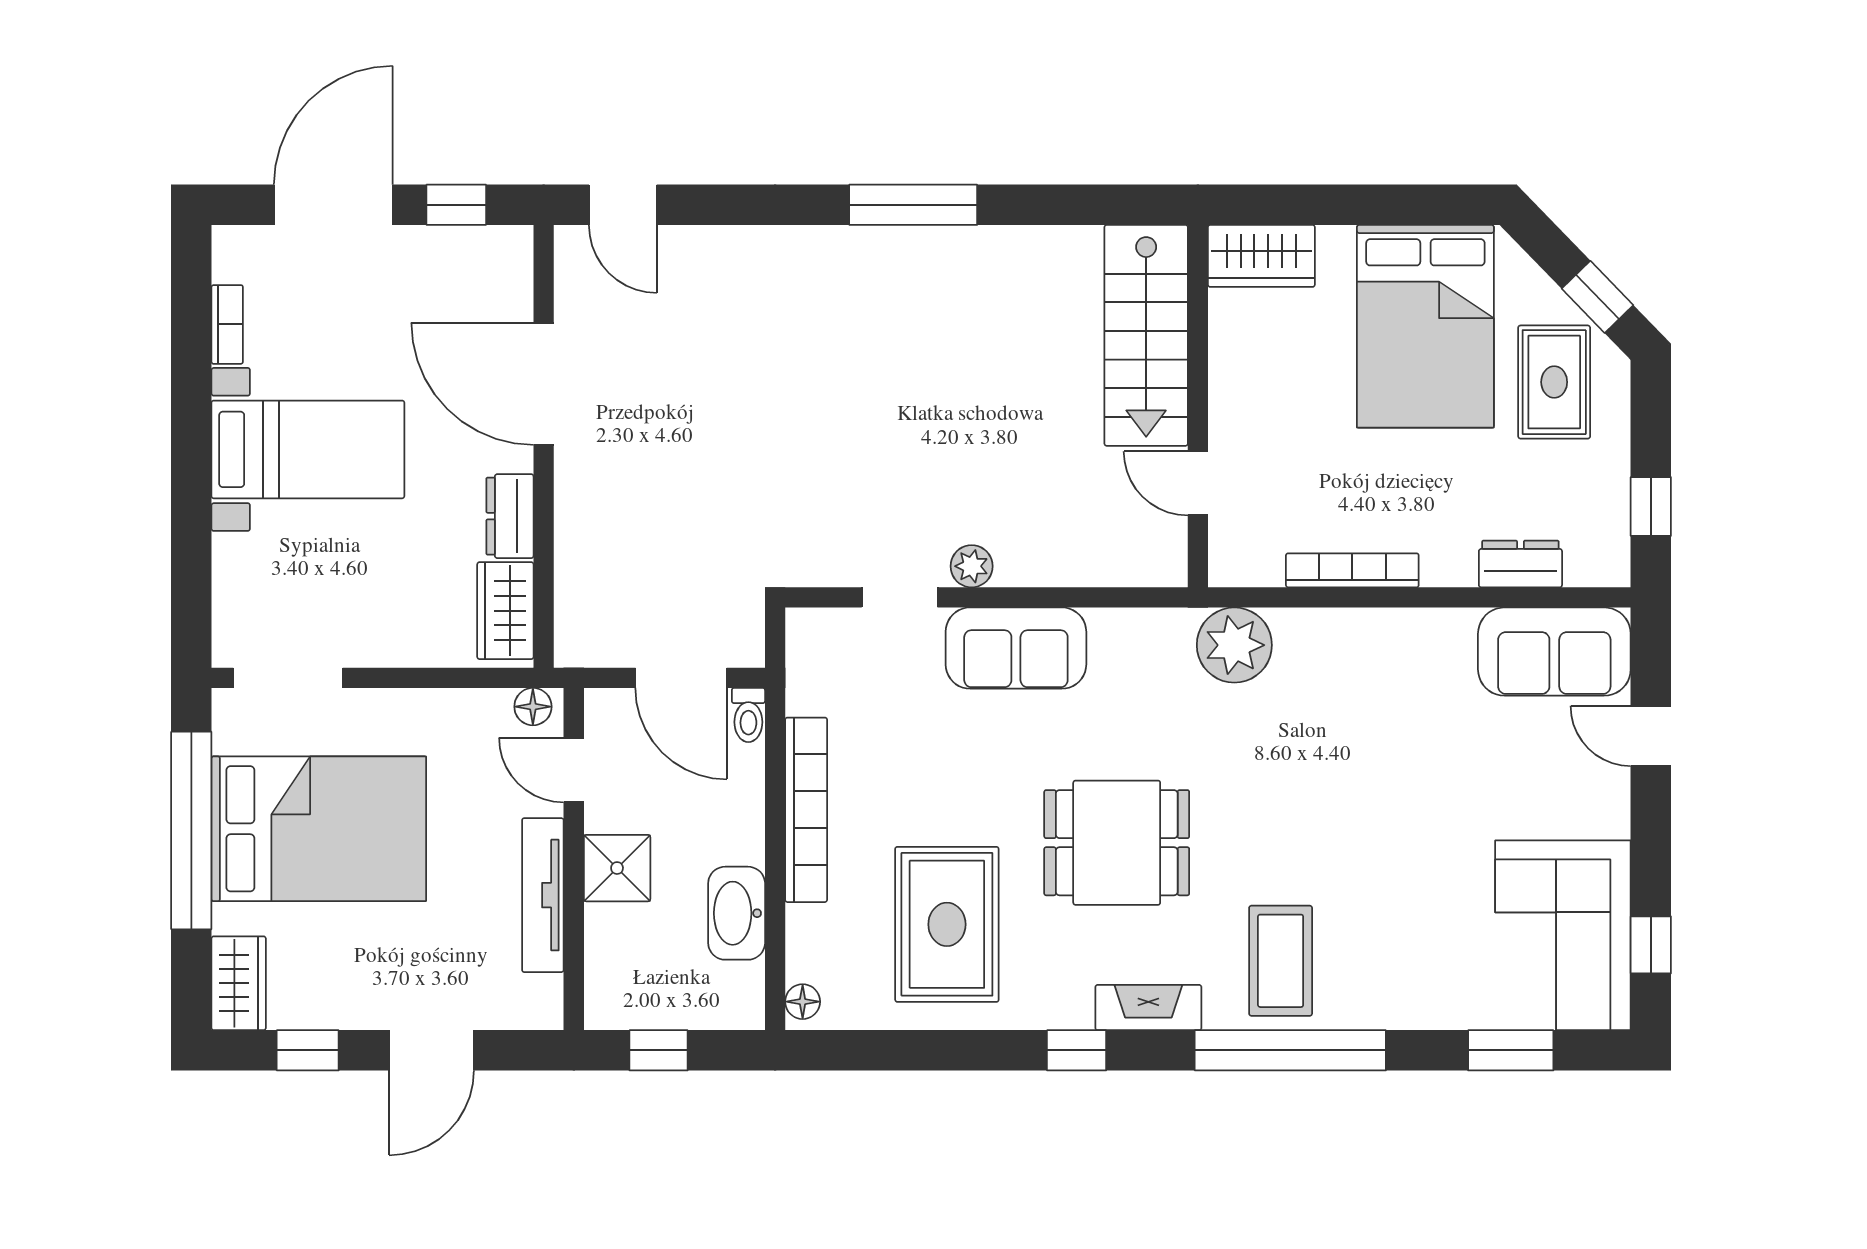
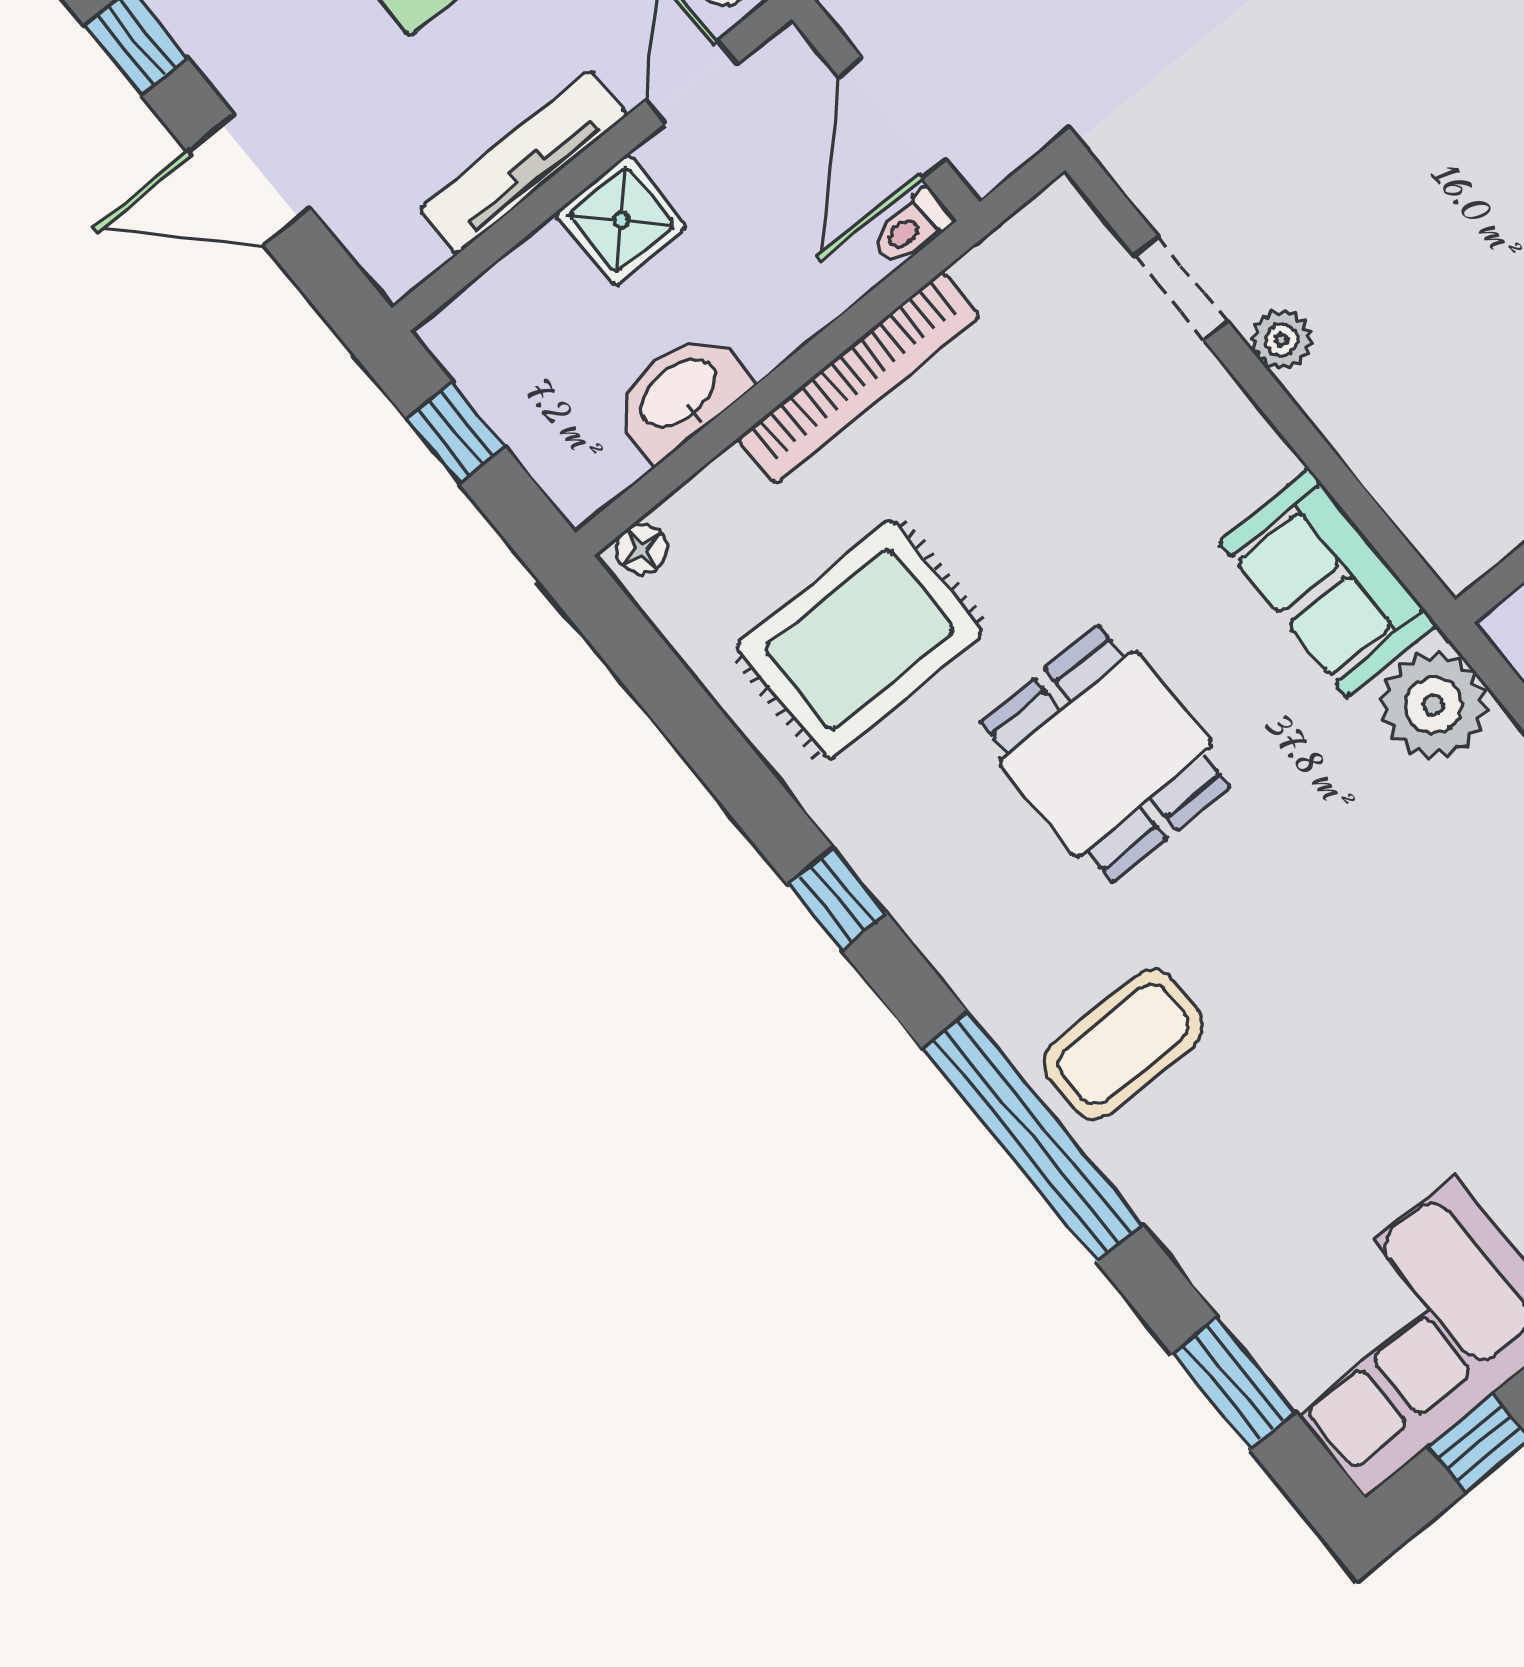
sofa: (1016, 648) -> (1328, 583), moved
fireplace: (1148, 1008) -> (951, 940), removed

